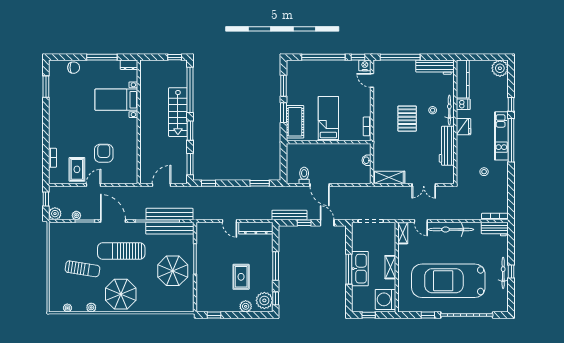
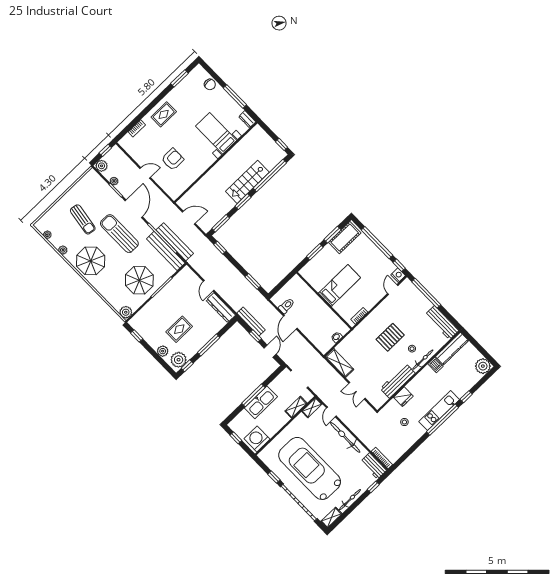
cot: (295, 122) -> (345, 238), moved
fridge: (463, 127) -> (403, 397), moved
rug: (77, 169) -> (164, 114), moved
shelving: (390, 267) -> (296, 407), moved
window: (511, 271) -> (373, 487), moved
shelving: (503, 301) -> (331, 518), added
plant: (187, 306) -> (126, 312), added

